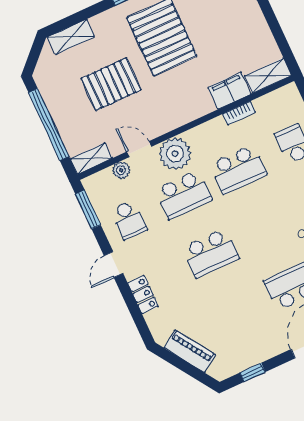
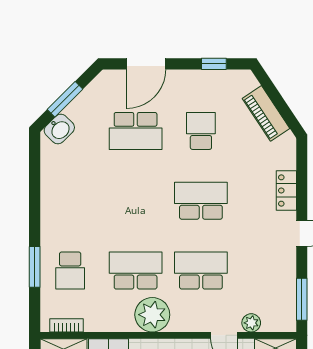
bookcase: (239, 113) -> (66, 325), moved
plant: (175, 154) -> (152, 315), moved
school desk: (129, 220) -> (201, 131), moved

